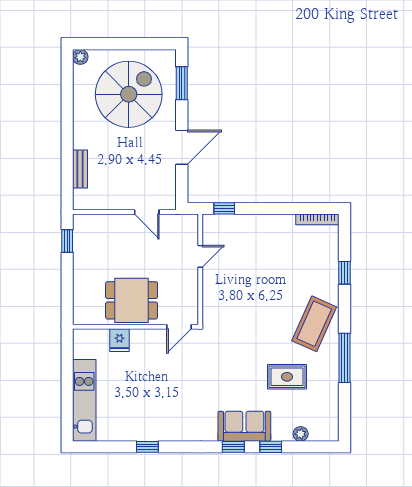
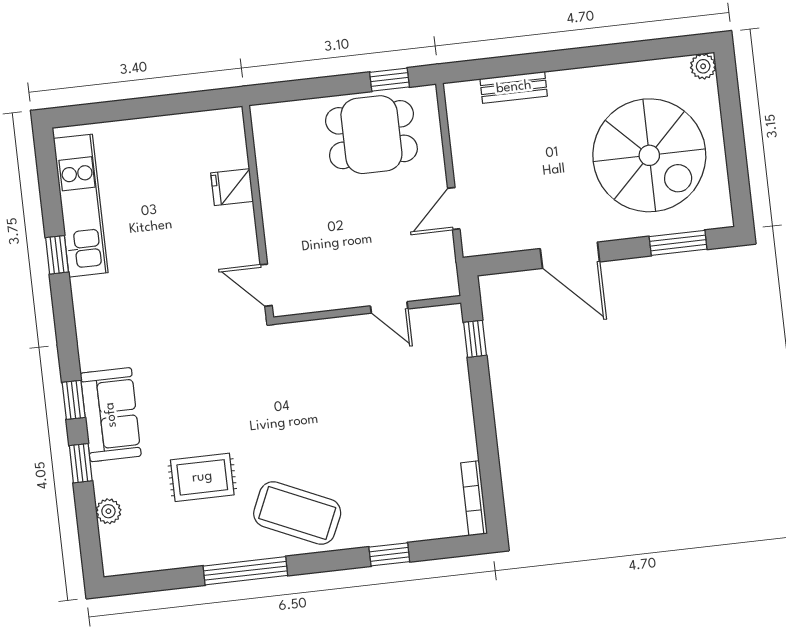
dining table: (132, 300) -> (371, 135), moved, turned 90
rug: (287, 377) -> (202, 477), turned 90
kitchen unit: (84, 400) -> (81, 206), moved, turned -90

